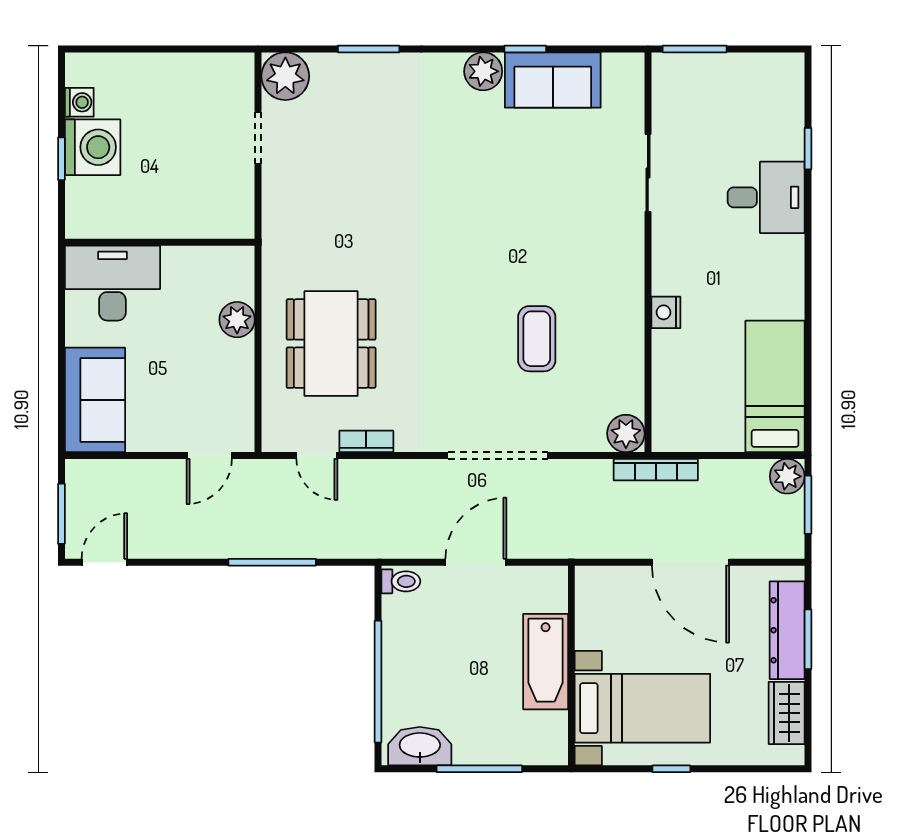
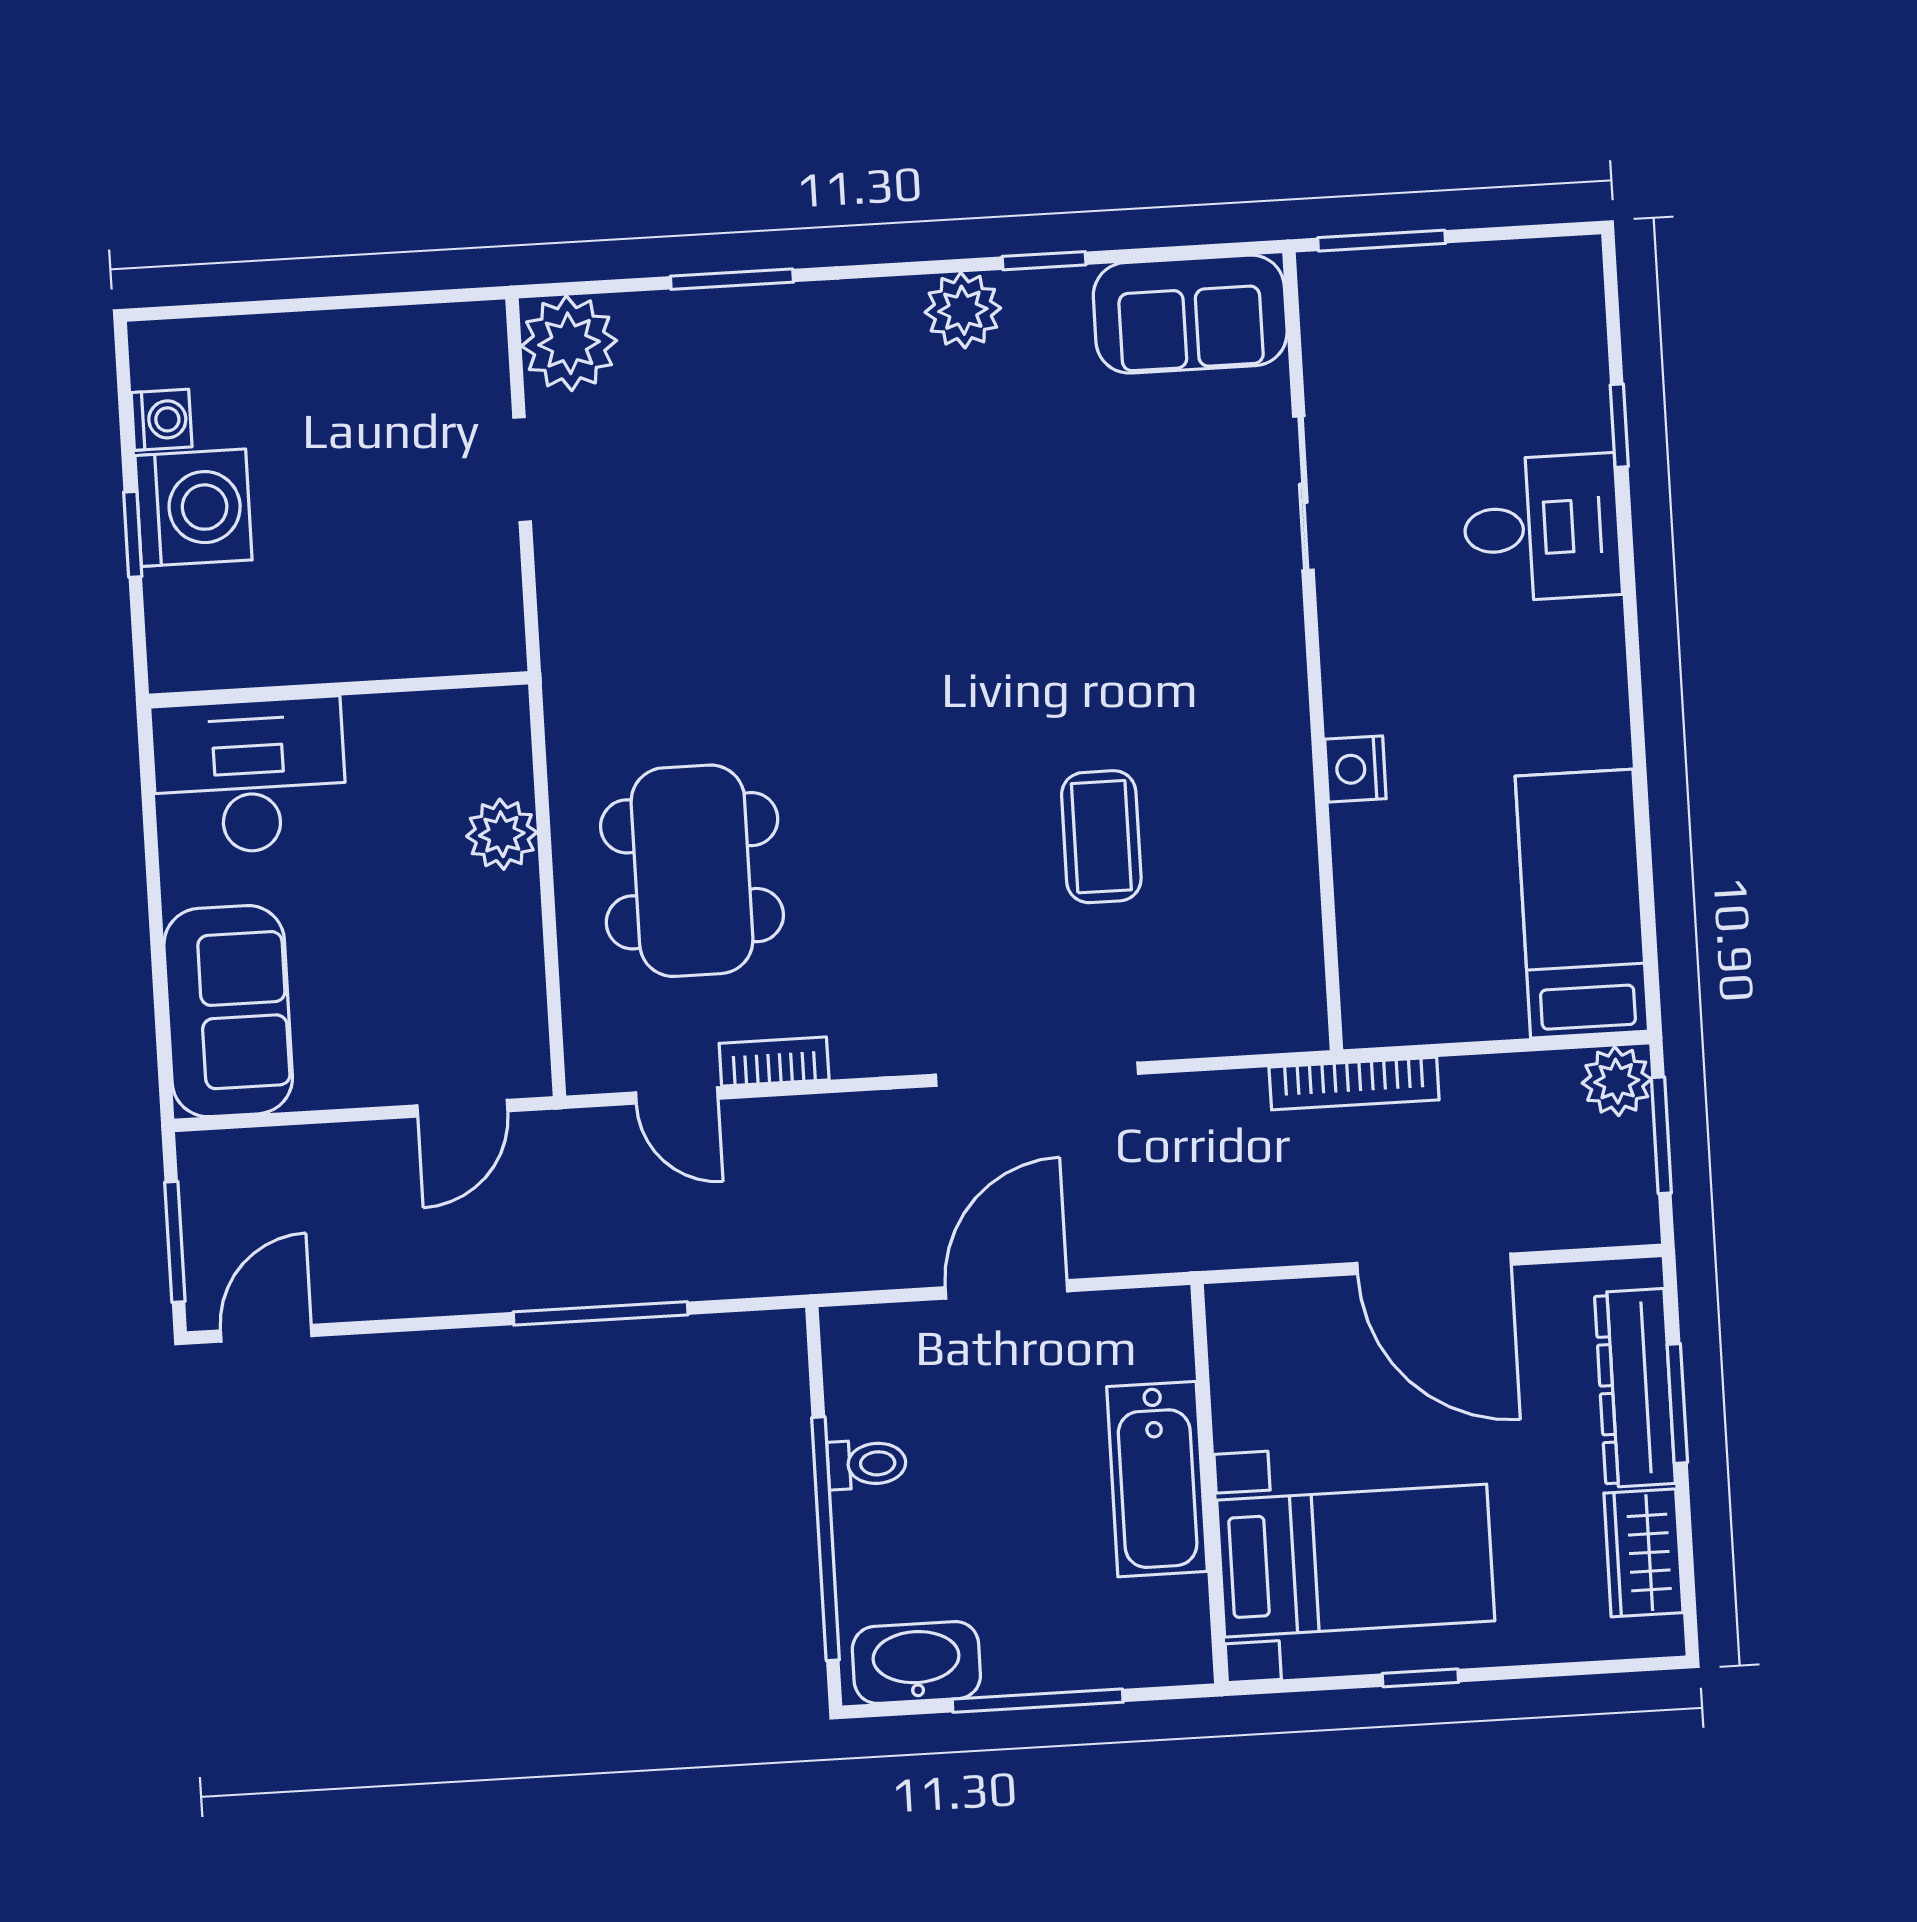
sofa: (553, 80) -> (1190, 314), moved
plant: (626, 433) -> (1290, 1015), removed
toilet: (401, 581) -> (867, 1464), moved

